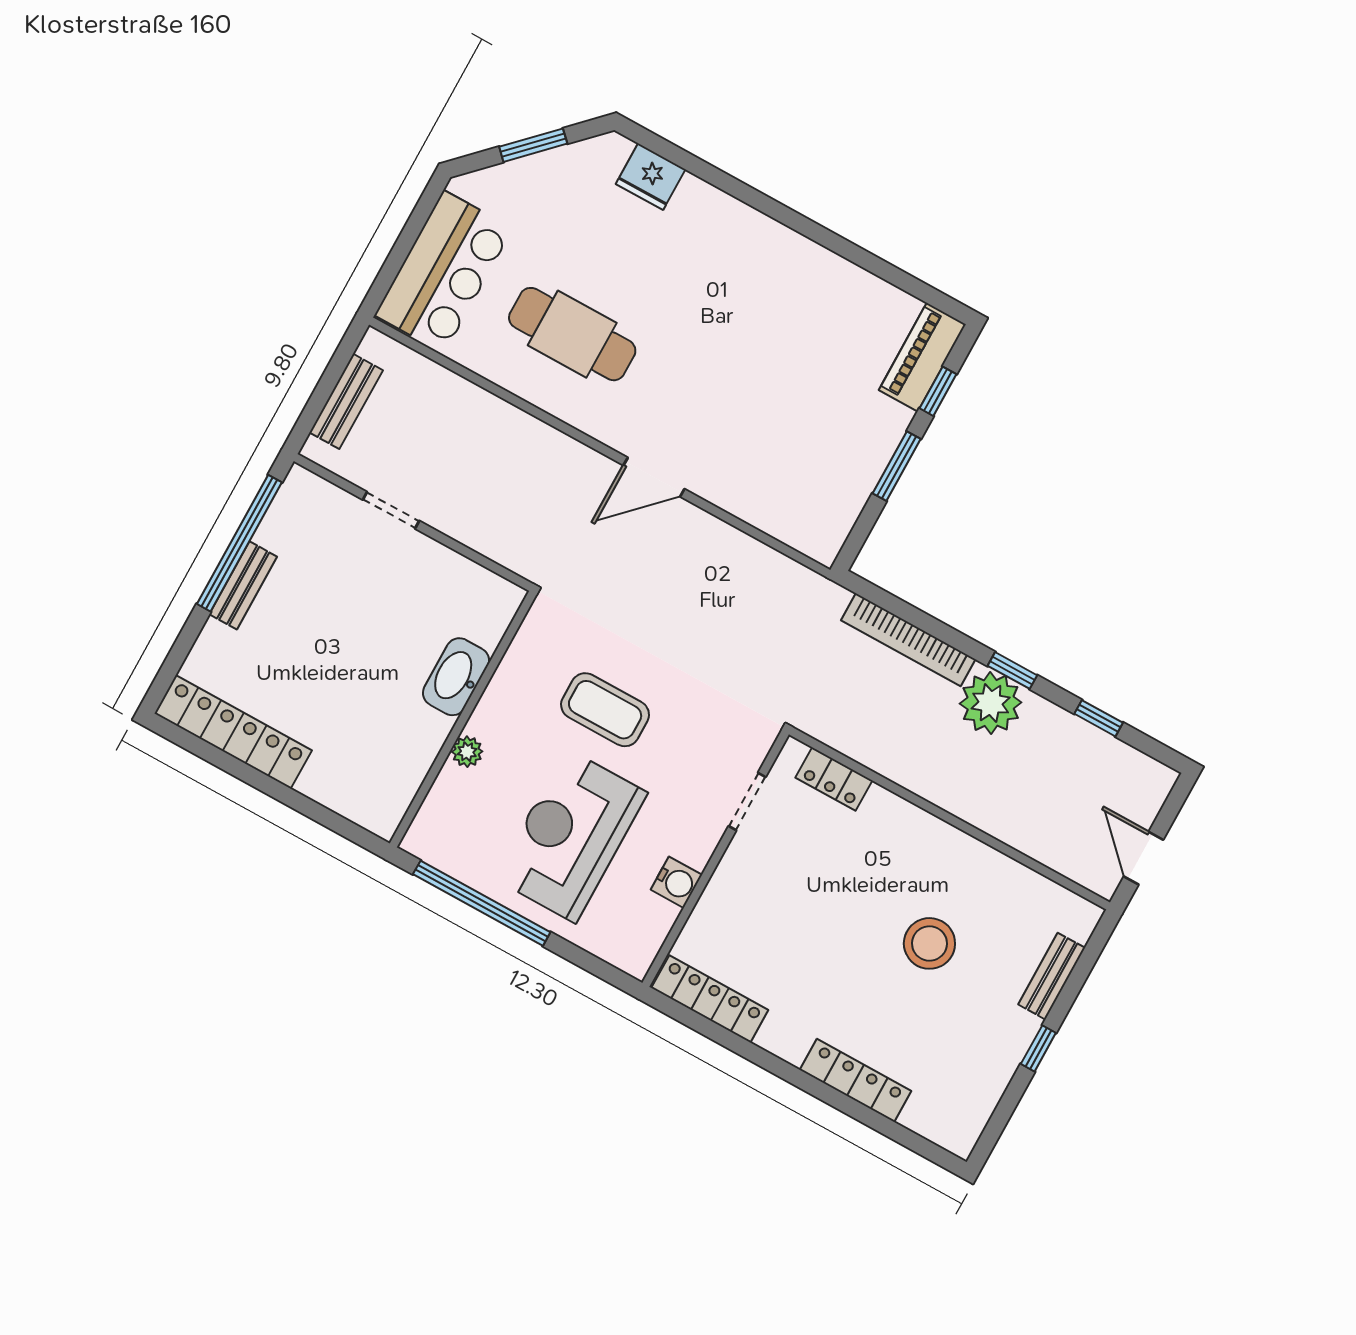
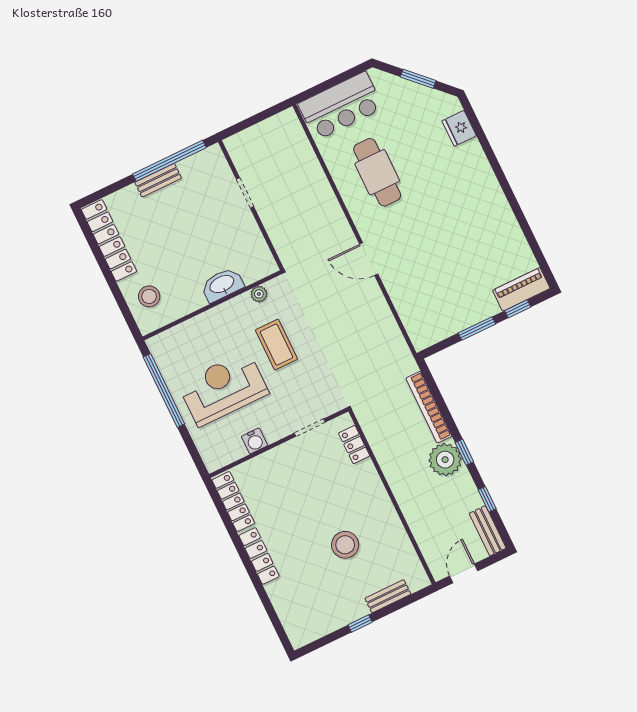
bench: (346, 401) -> (488, 531), moved, turned 90
plant: (467, 752) -> (259, 294), moved
stool: (356, 774) -> (149, 296), added
locker: (856, 1080) -> (259, 556), moved

